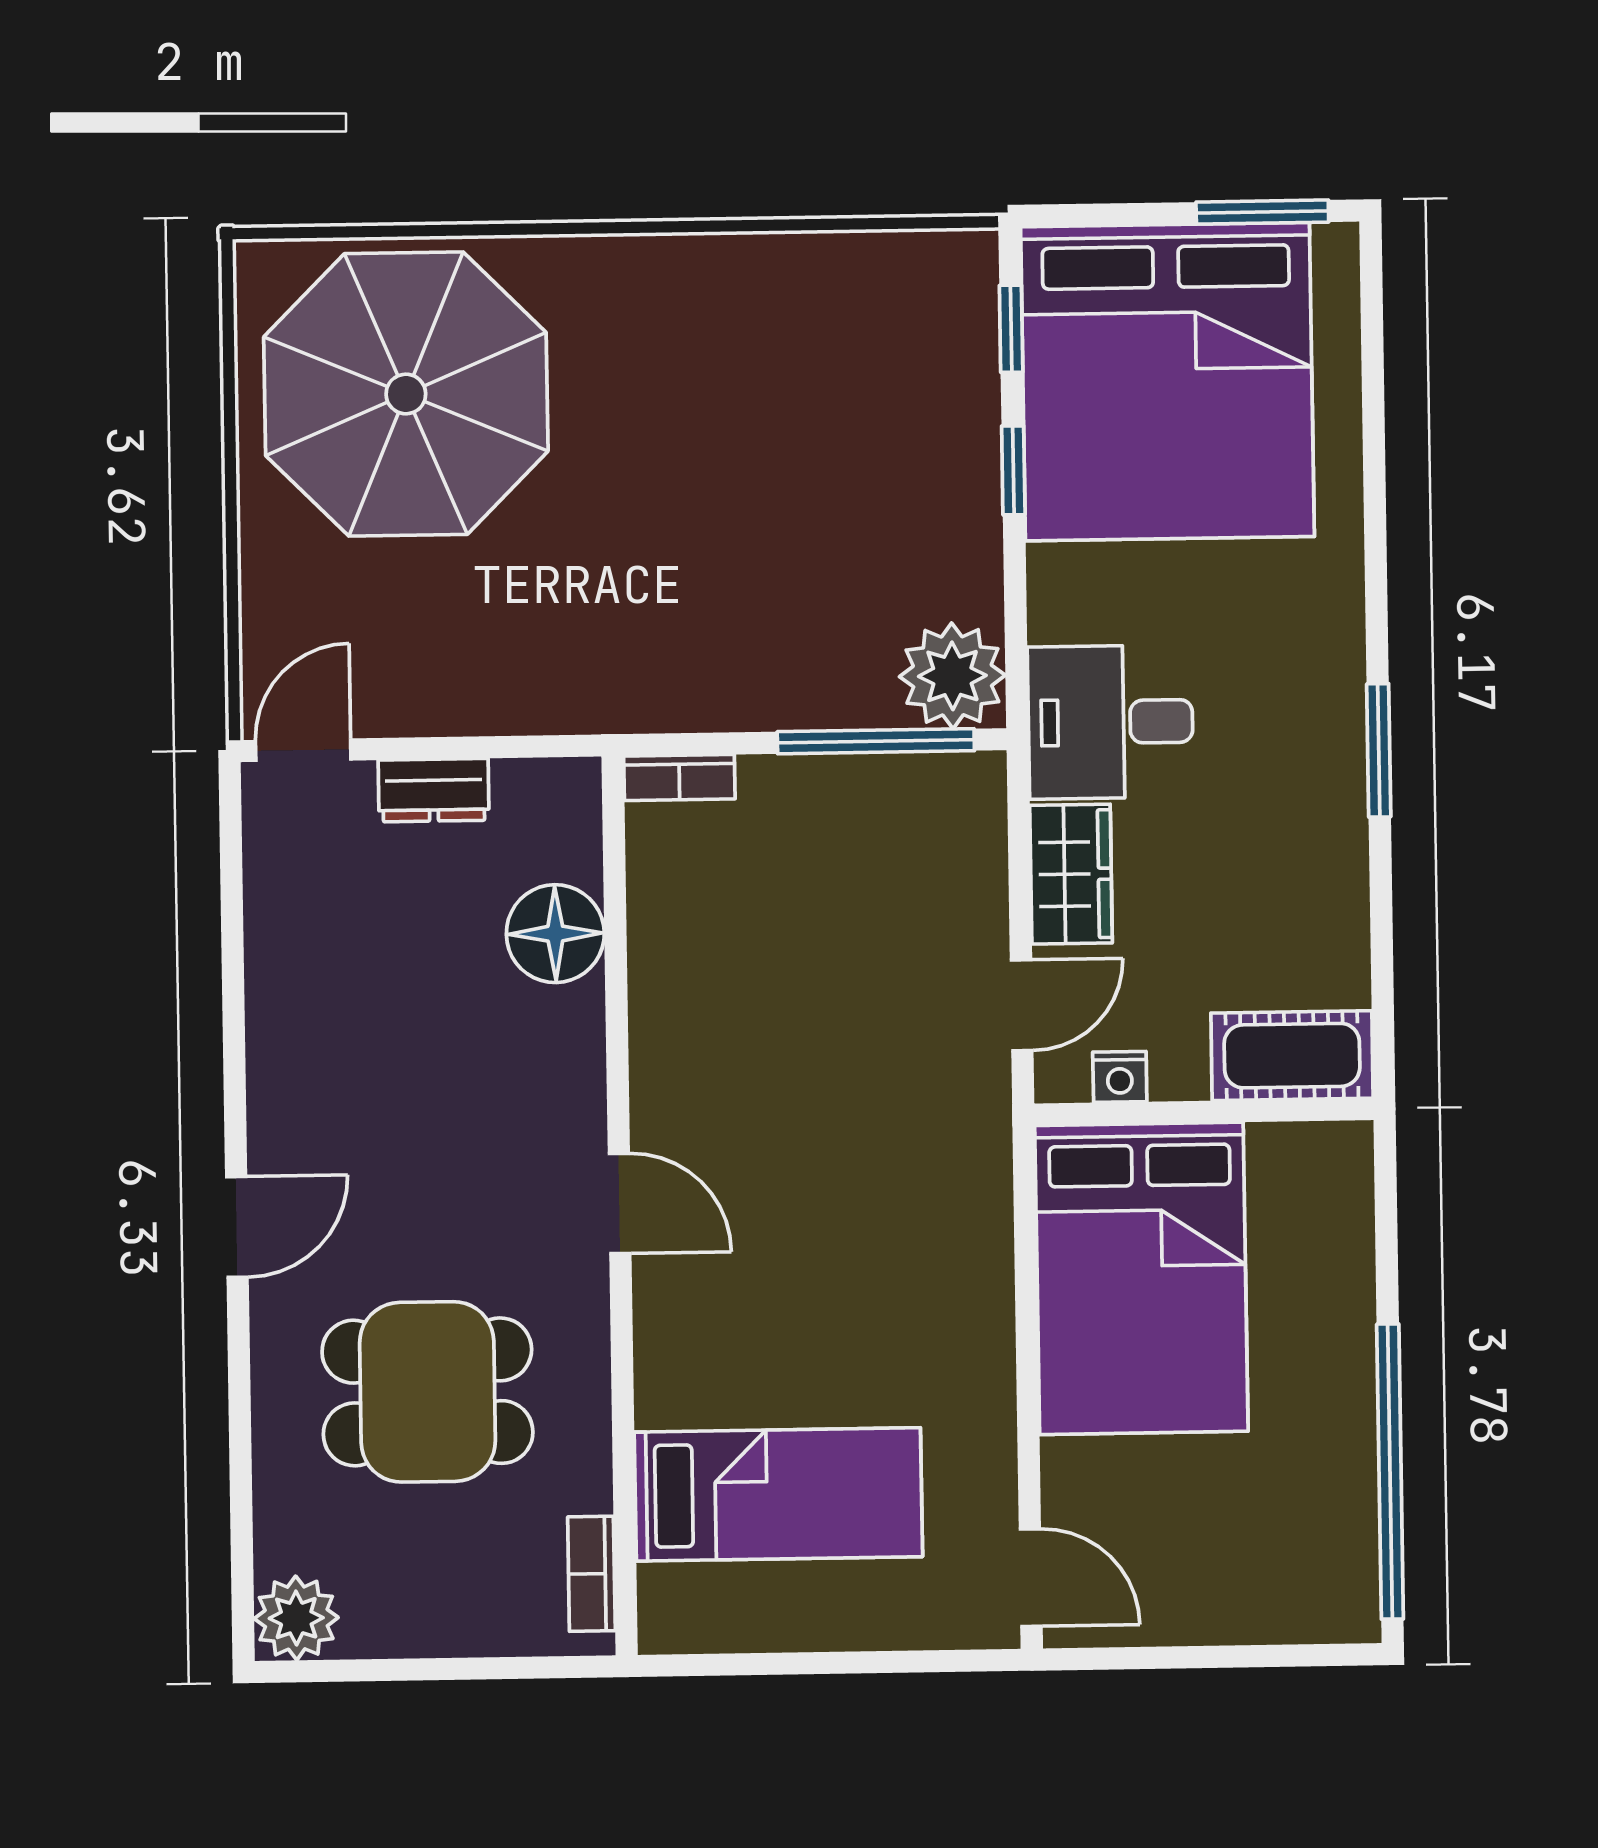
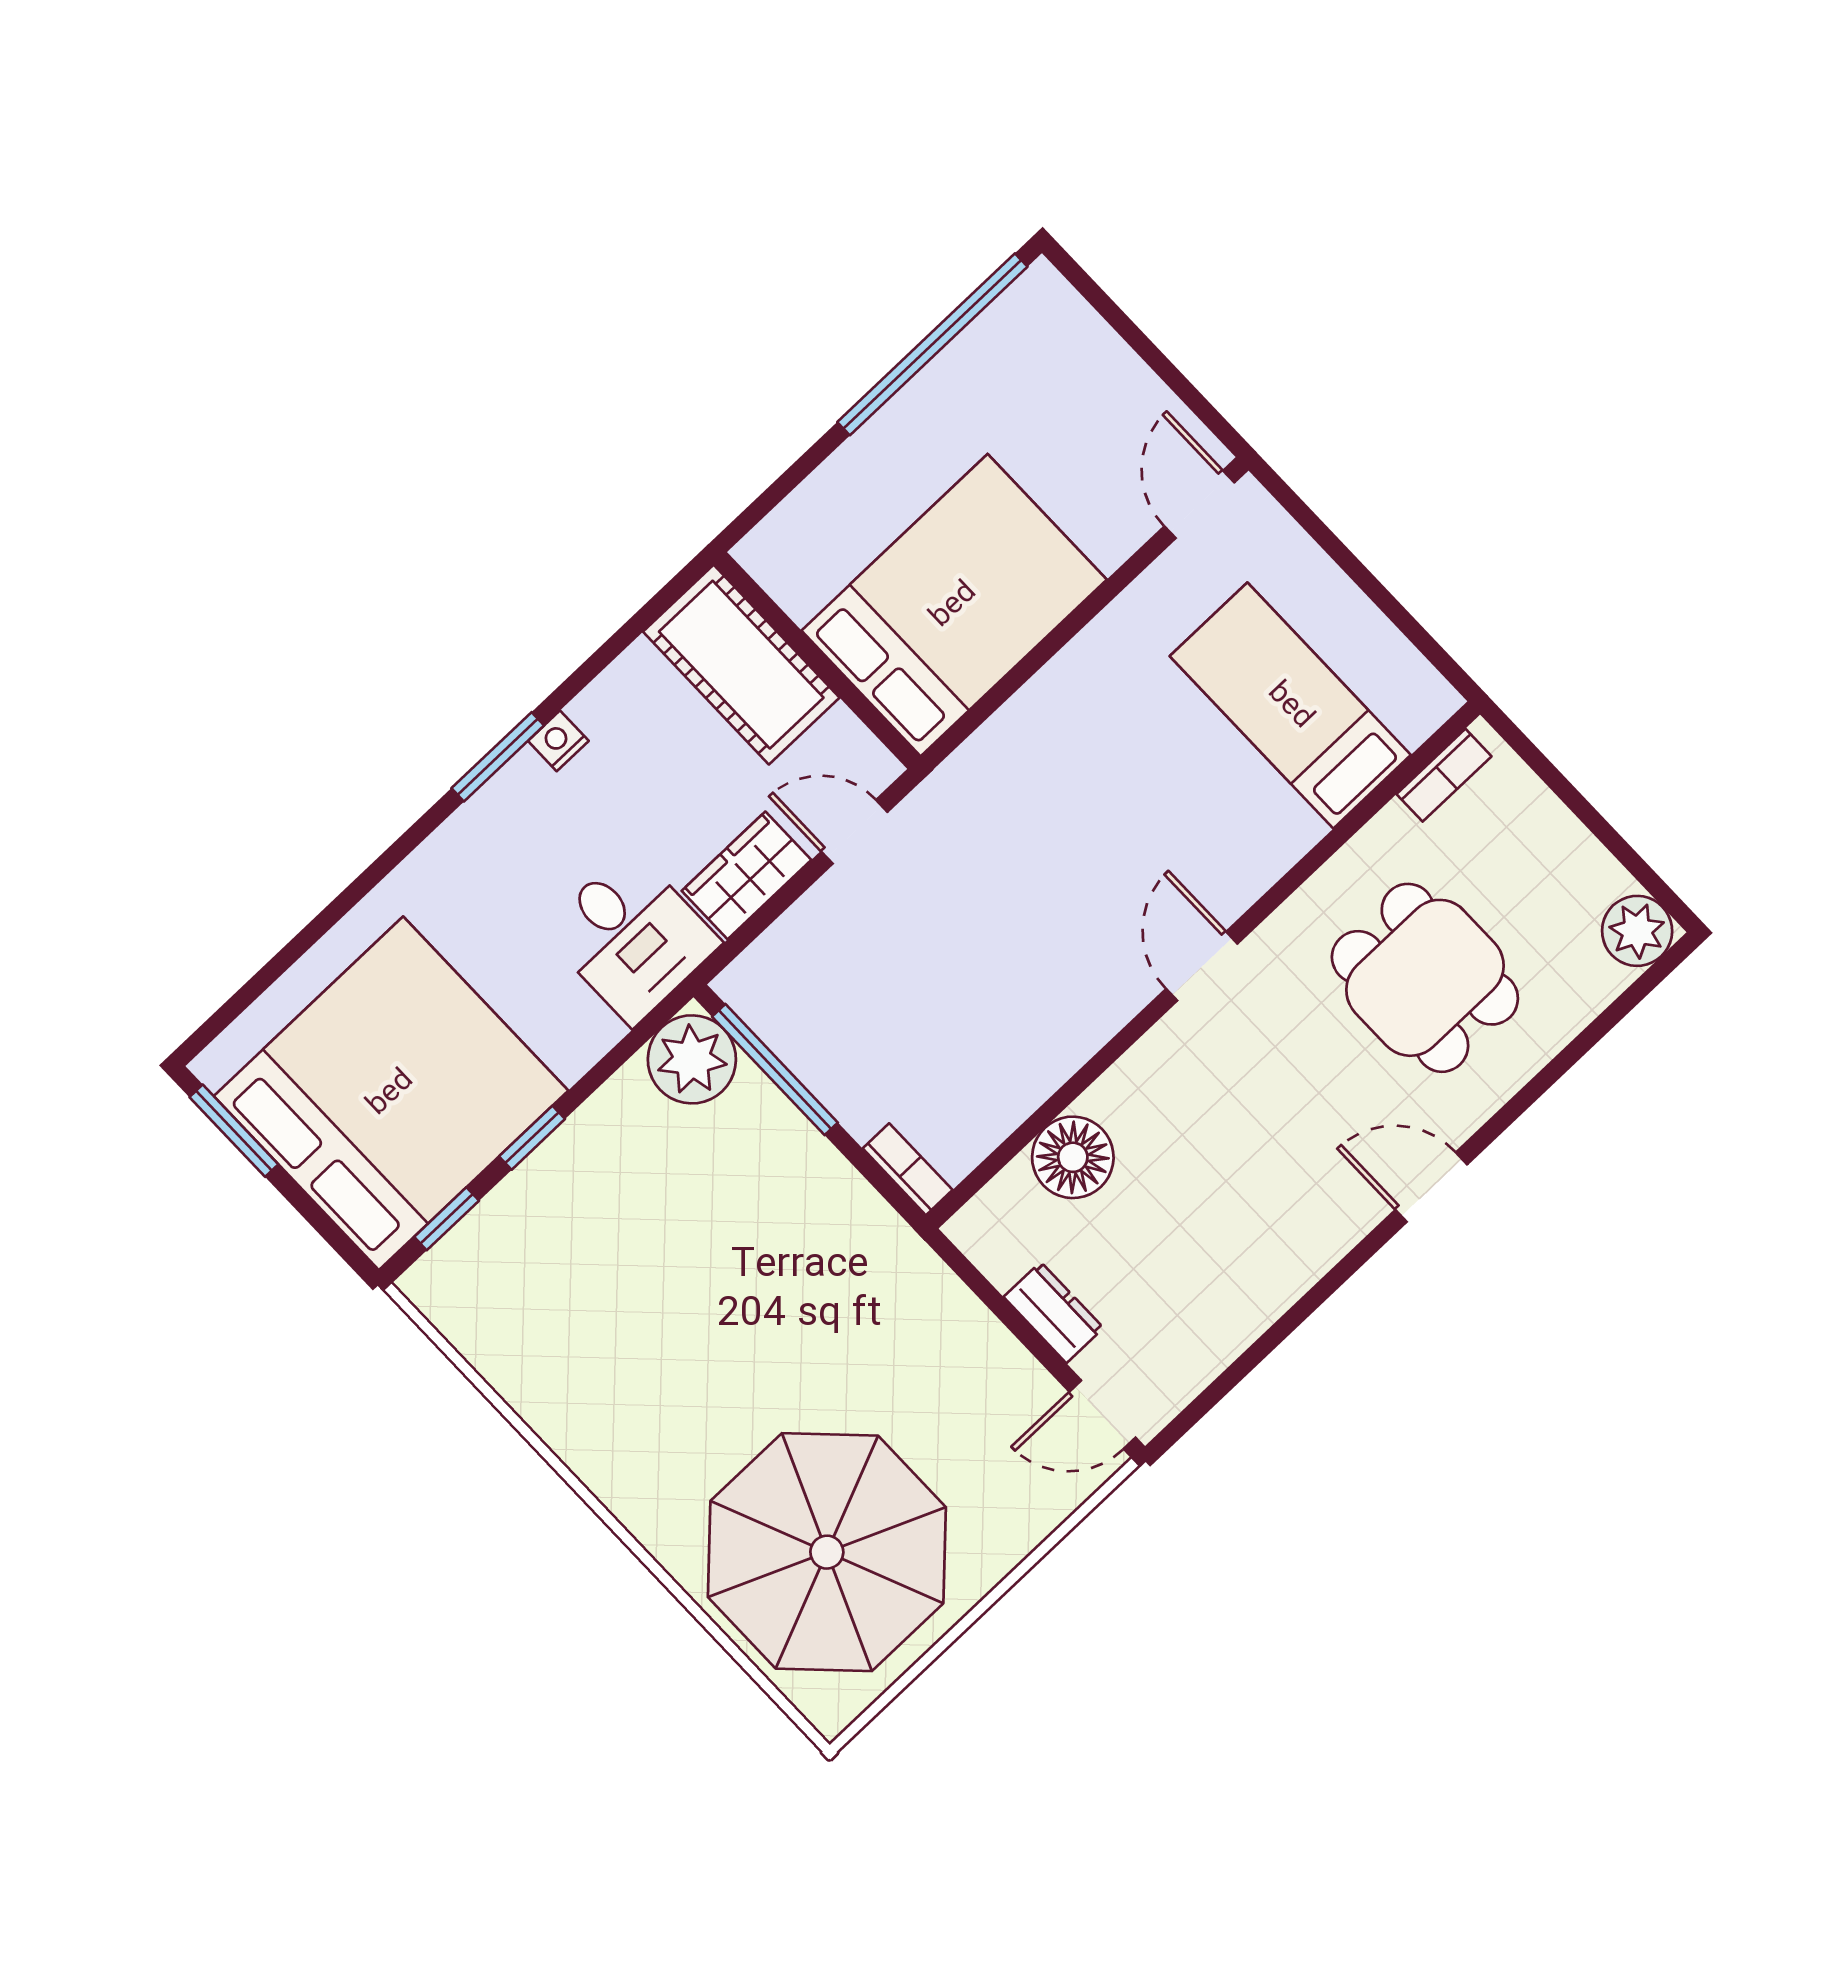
cot: (1292, 1056) -> (741, 665), width x1.37, depth x1.34
nightstand: (1120, 1077) -> (558, 741), moved, turned -90

